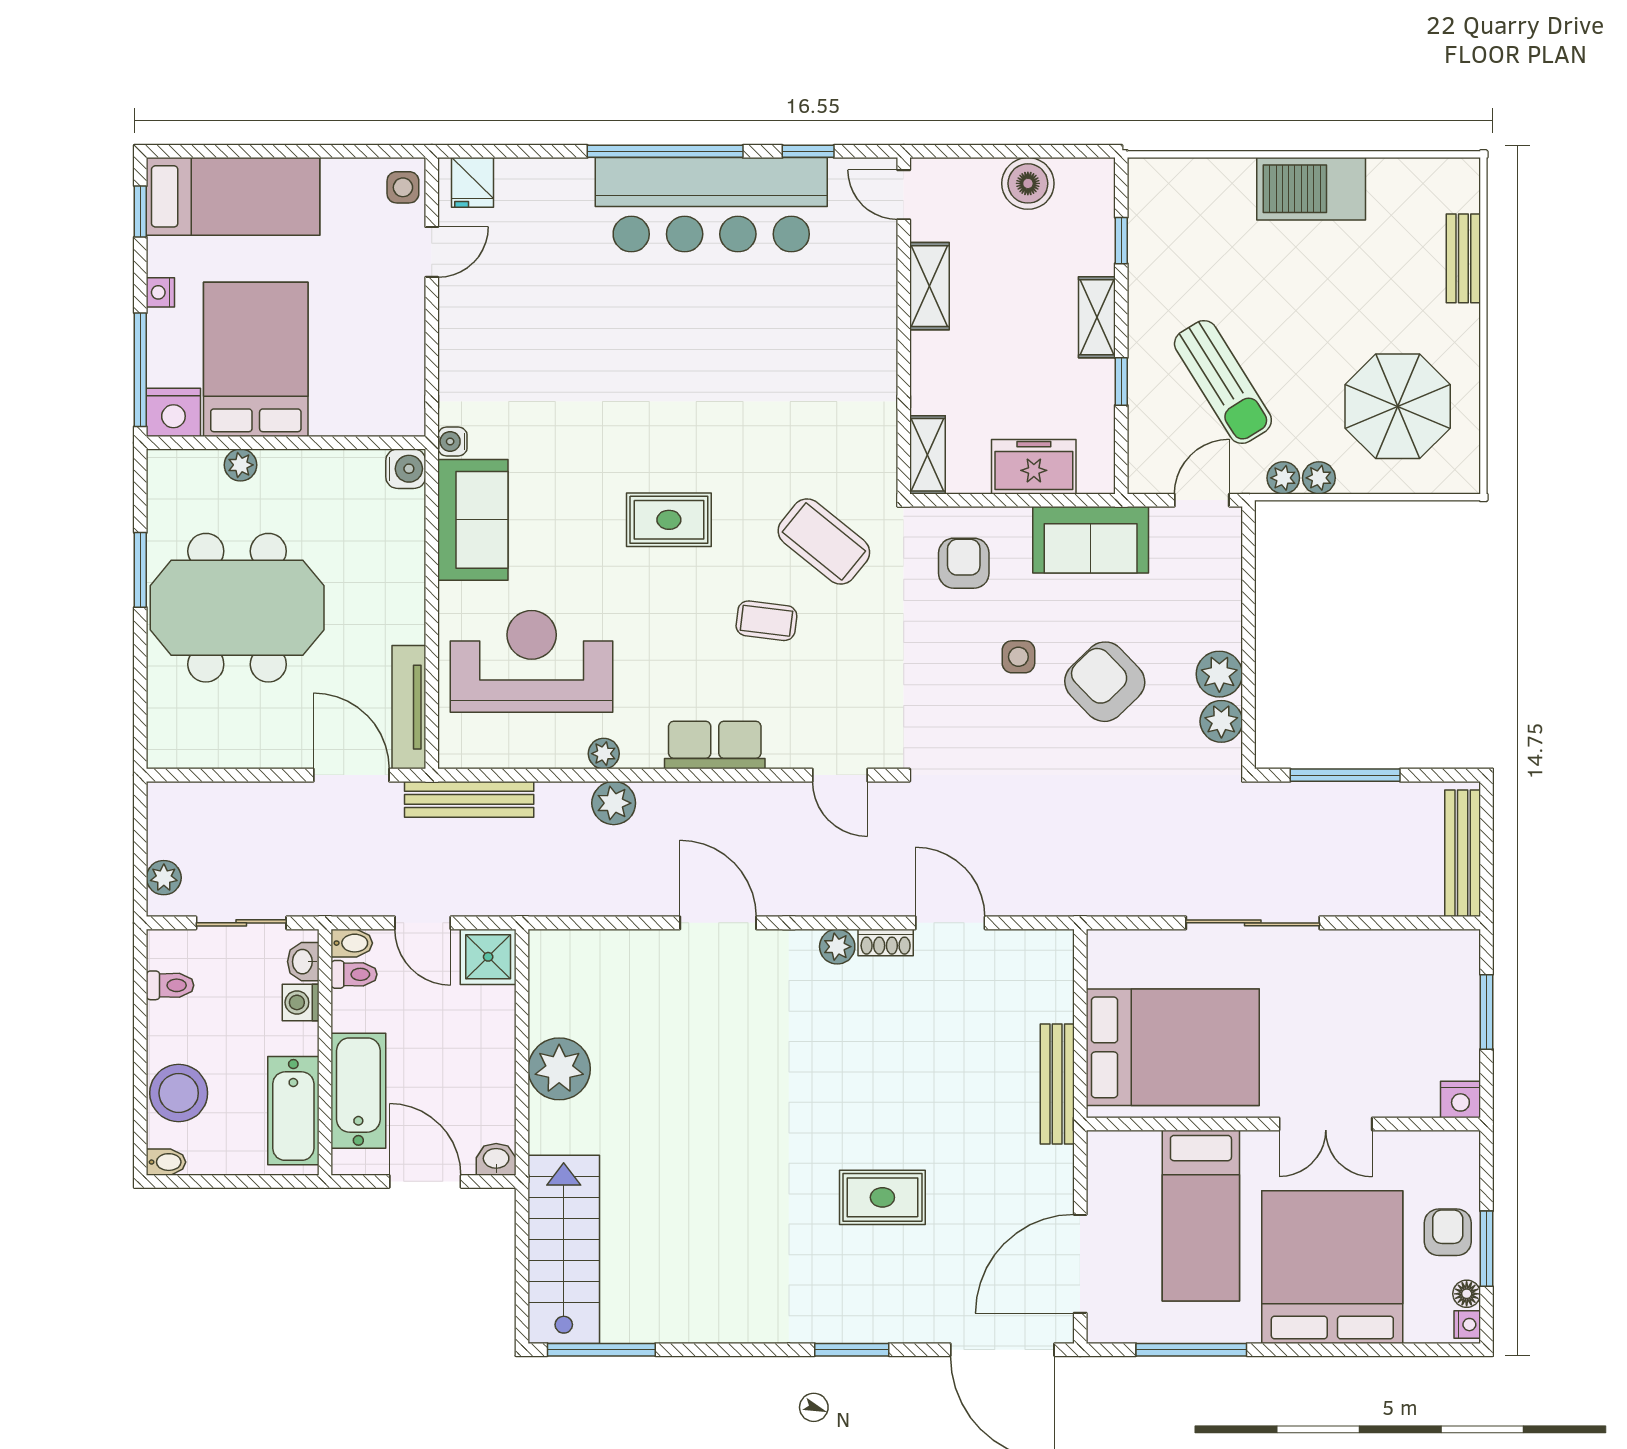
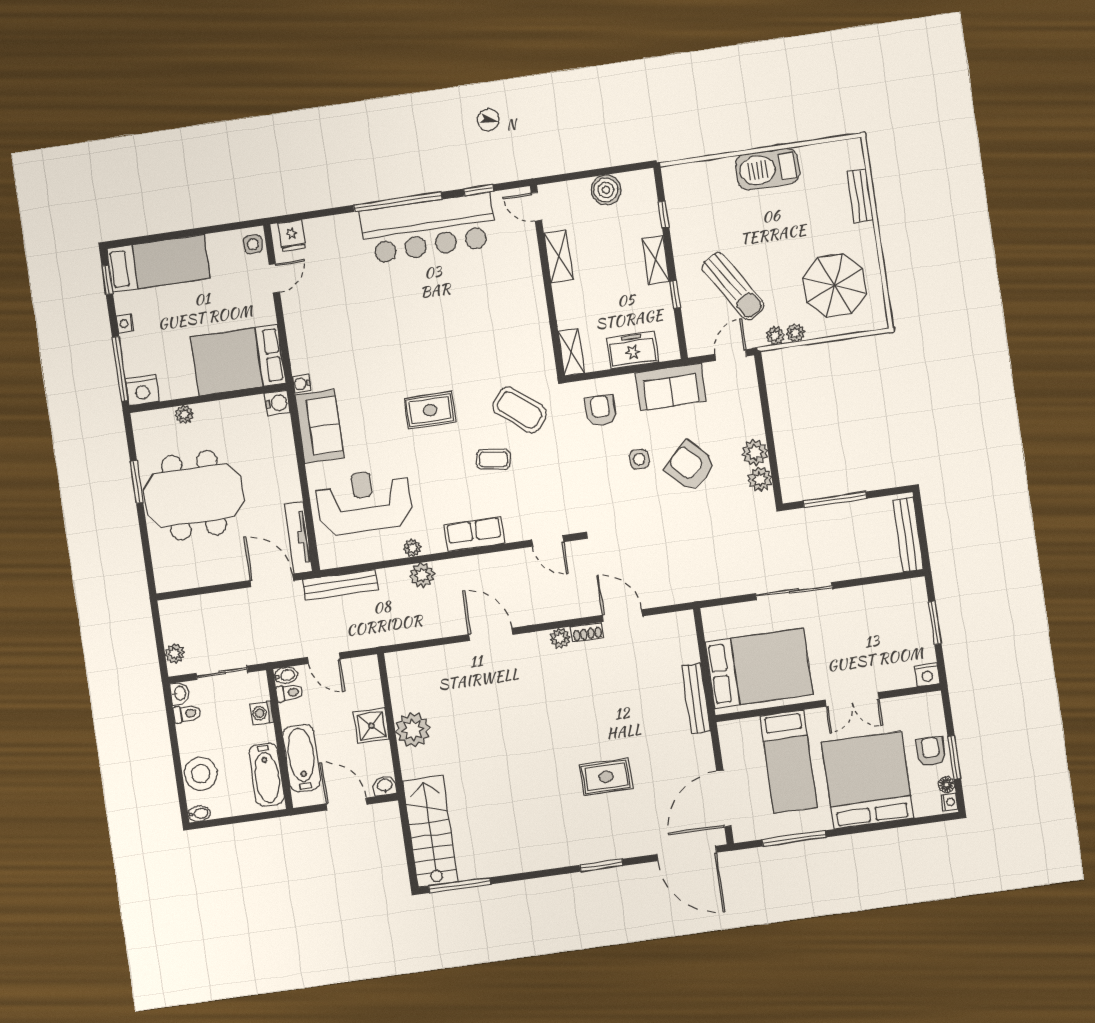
bed: (256, 359) -> (238, 360), moved, turned -90
shower: (488, 957) -> (371, 726), moved
washbasin: (303, 962) -> (180, 693), moved, turned 180

